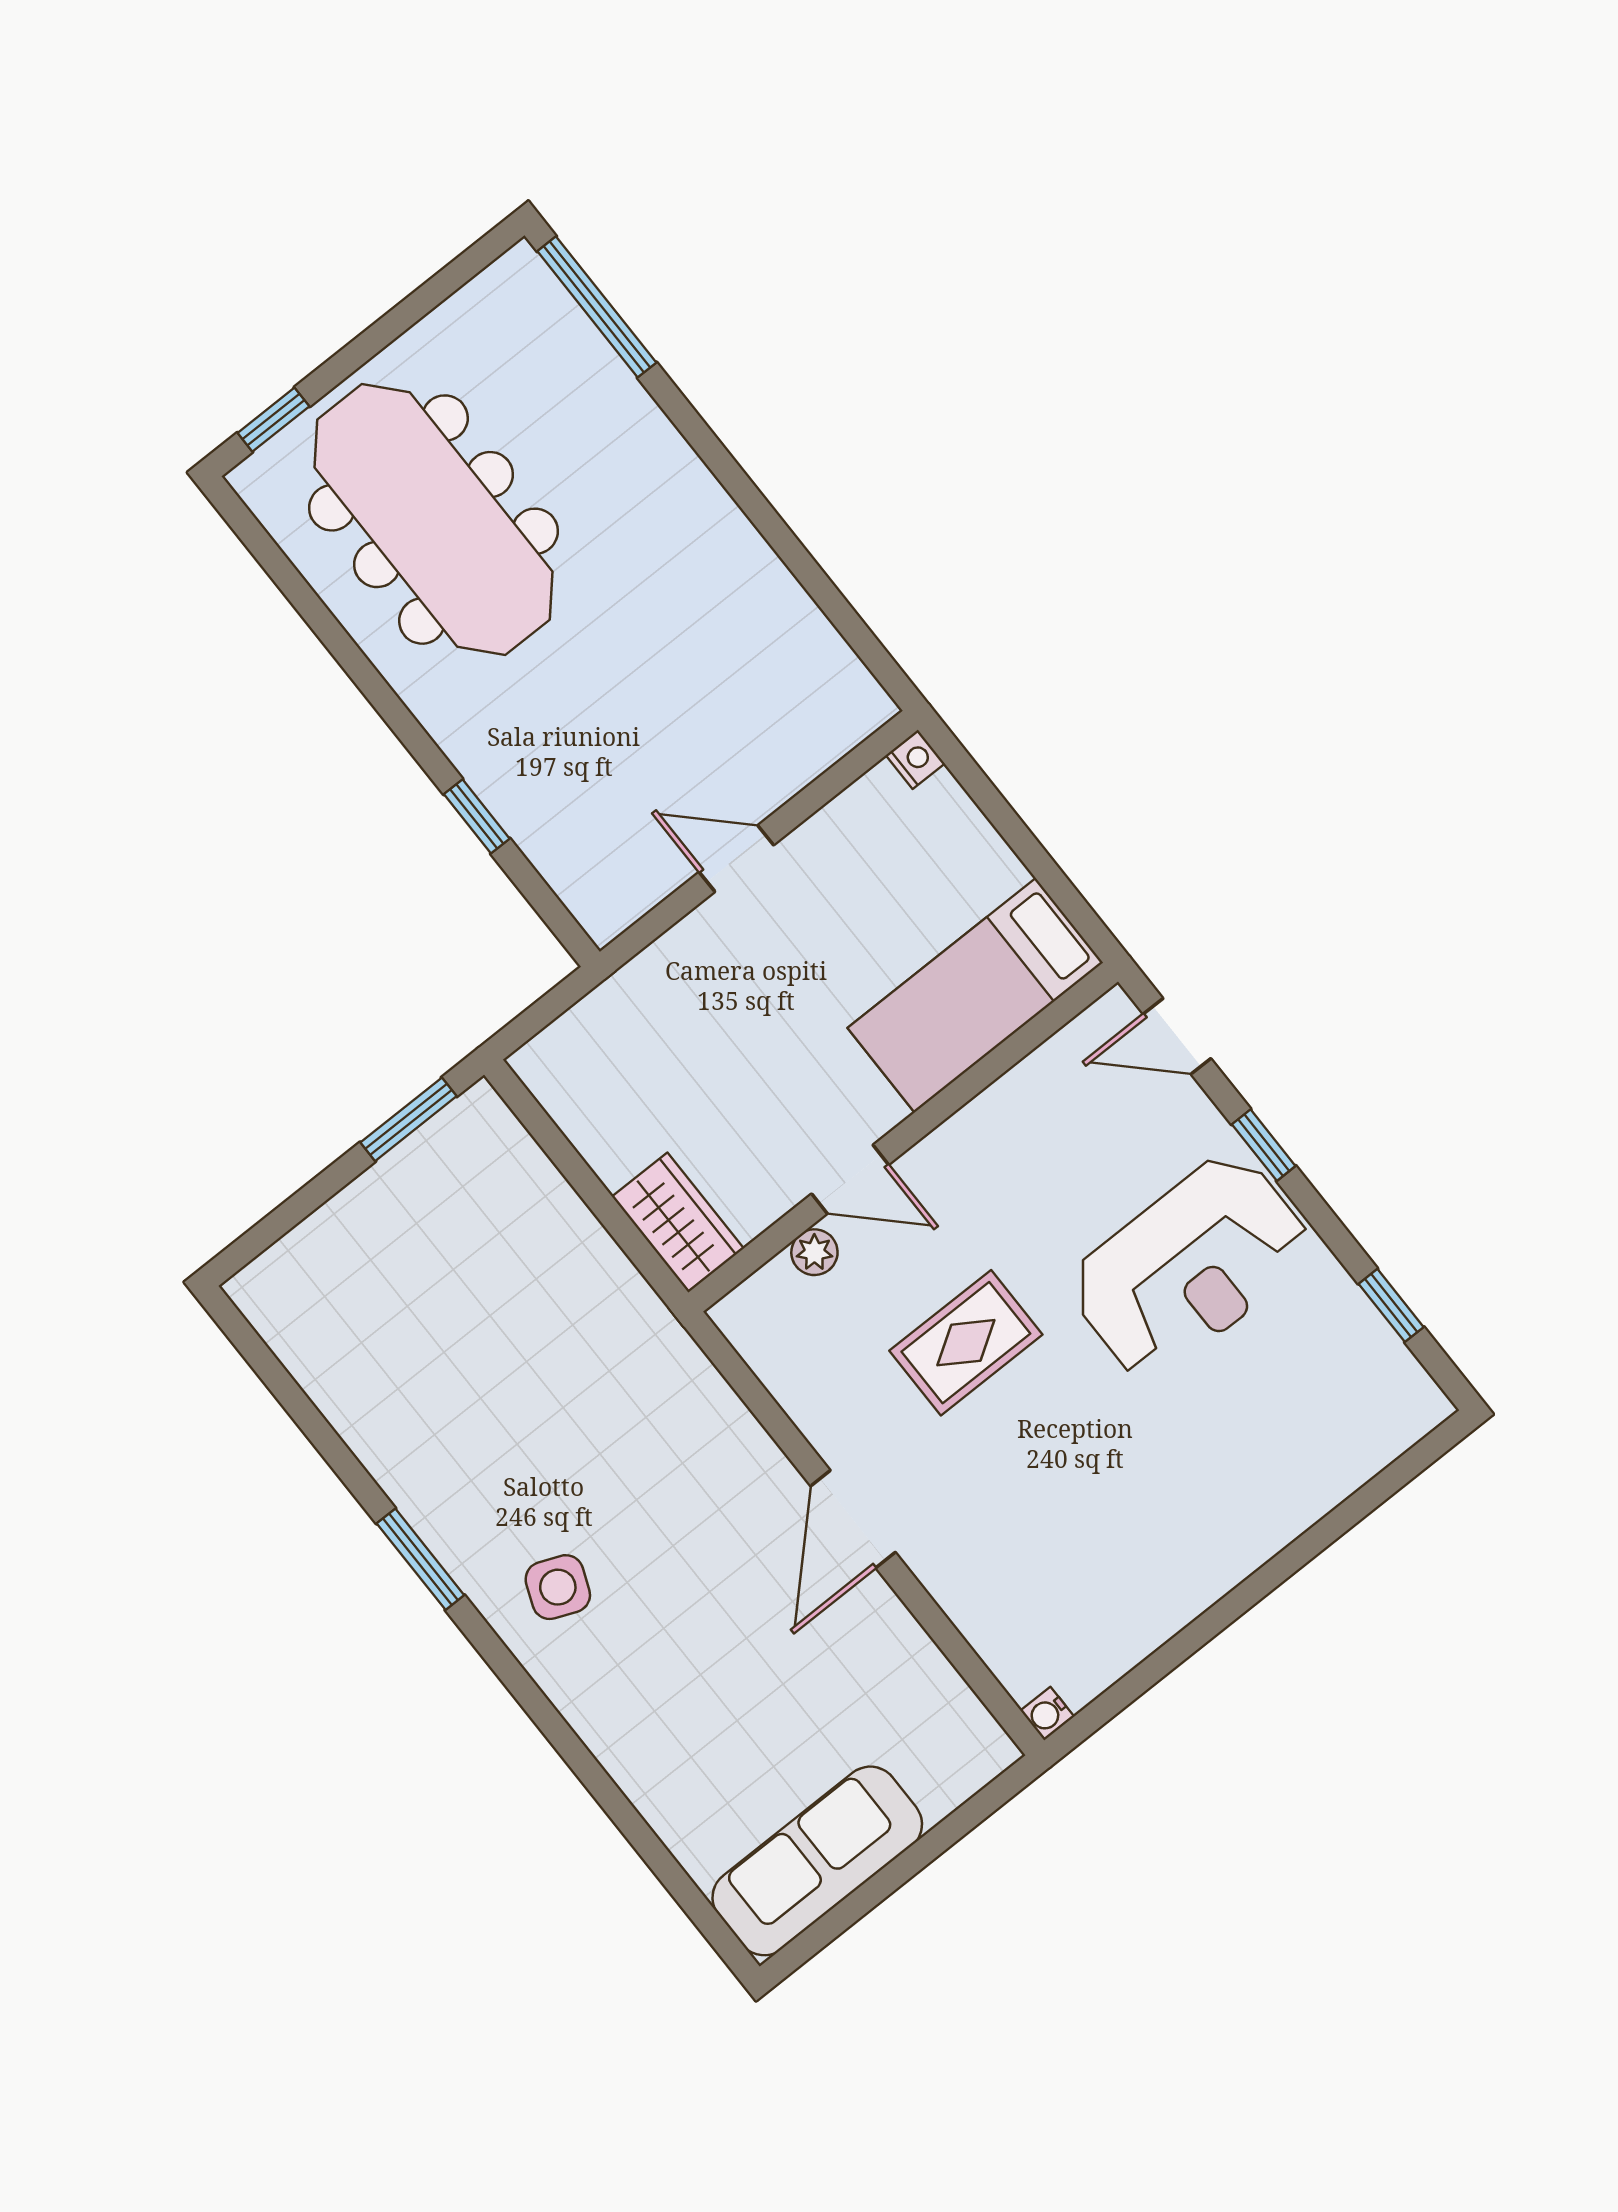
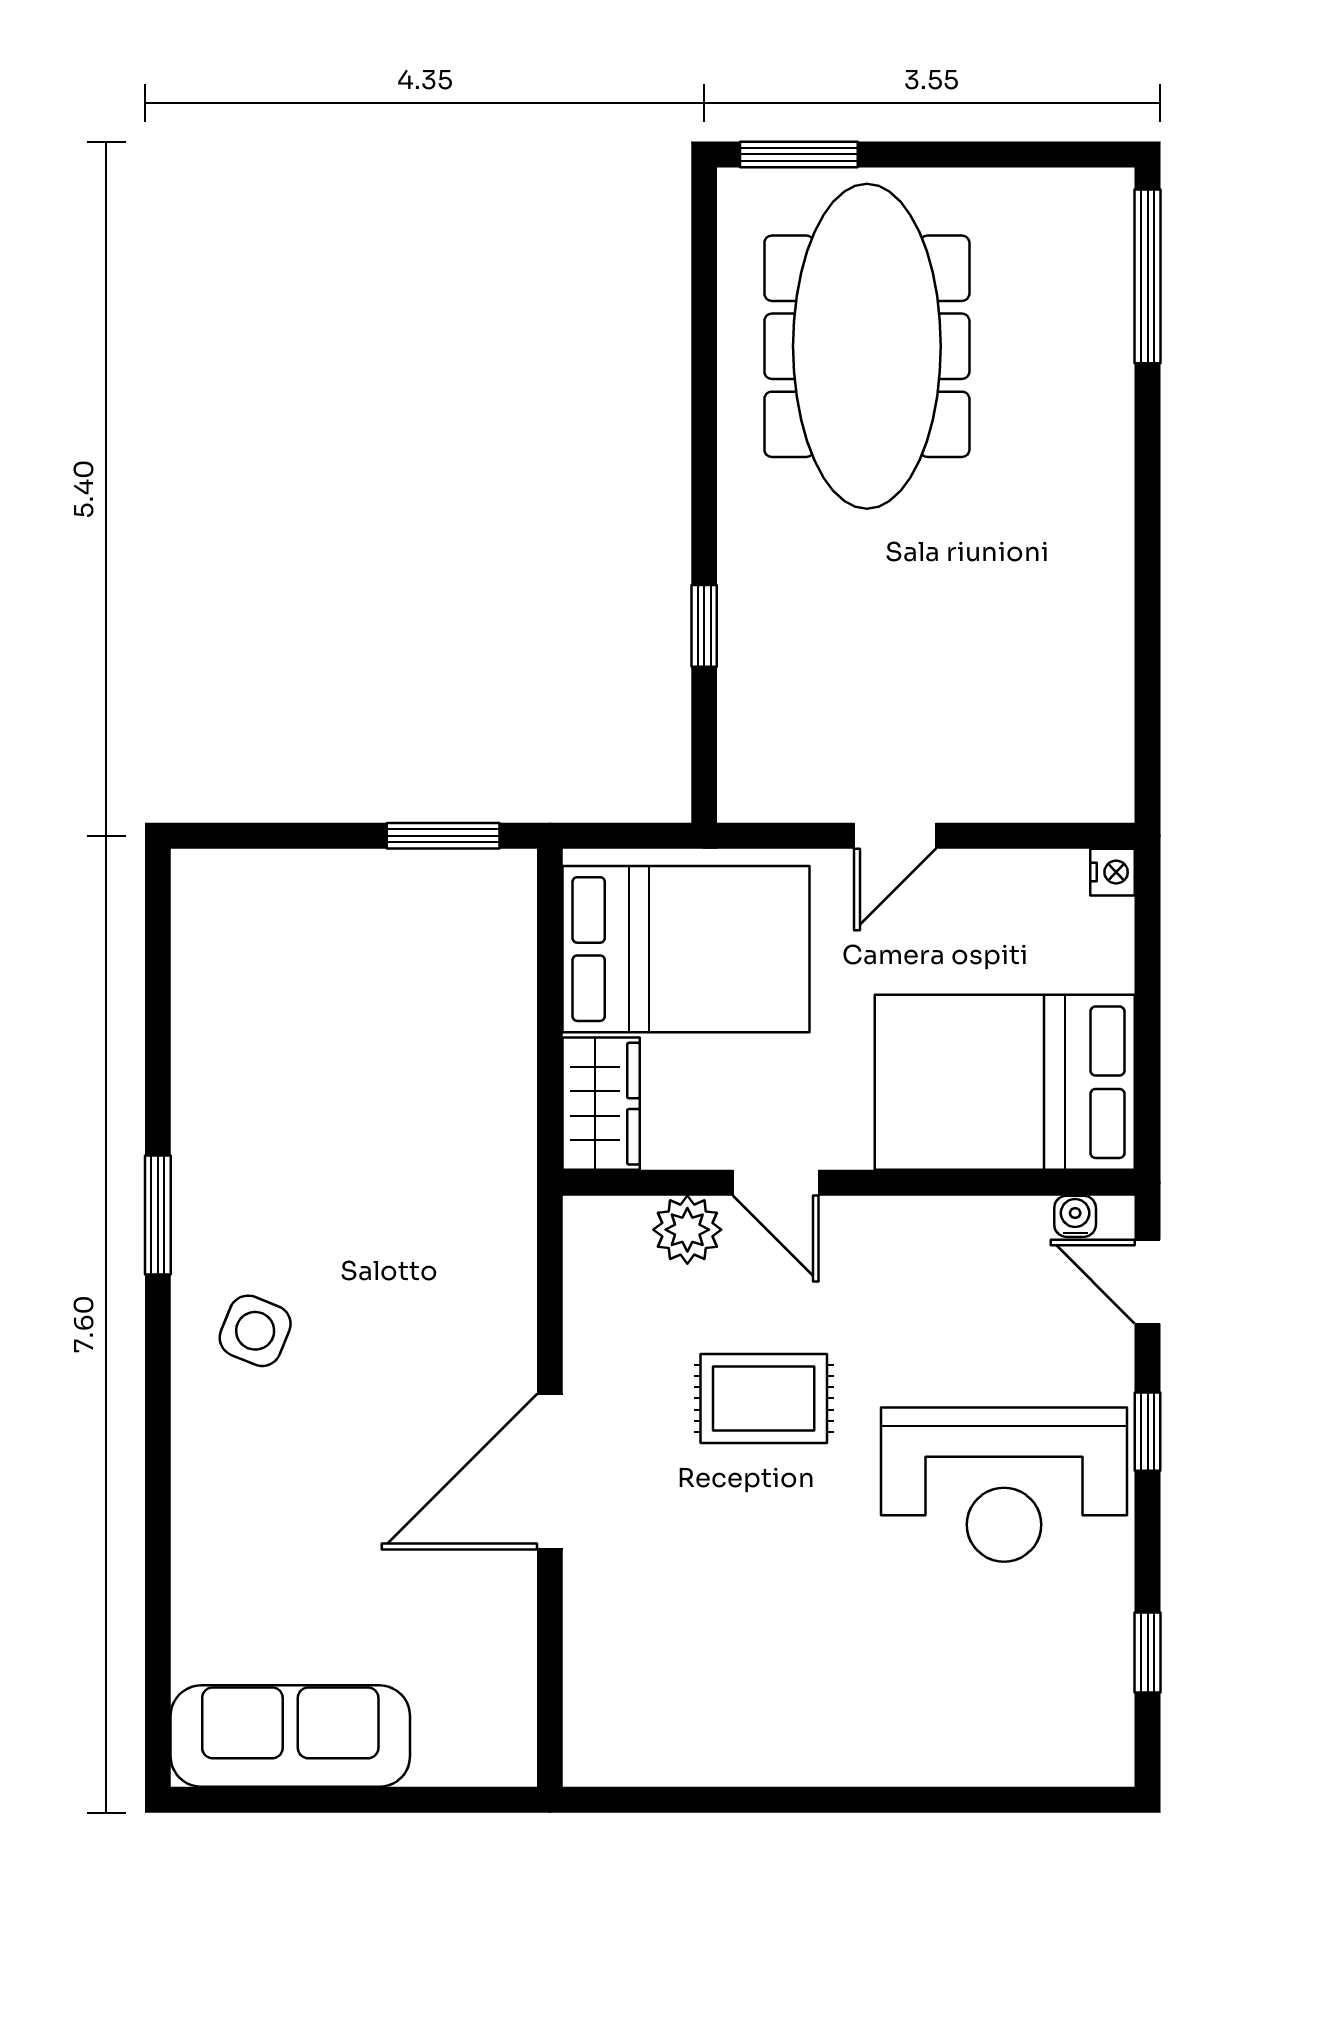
window: (273, 420) -> (799, 154), width x1.50
door: (736, 859) -> (895, 836), swing flipped
bed: (975, 995) -> (1005, 1082), width x1.50
bed: (650, 1061) -> (686, 949), added
plant: (814, 1252) -> (687, 1230), width x1.38, depth x1.38
door: (853, 1519) -> (550, 1472), width x1.36
water cooler: (1047, 1714) -> (1075, 1216), moved, turned 90

